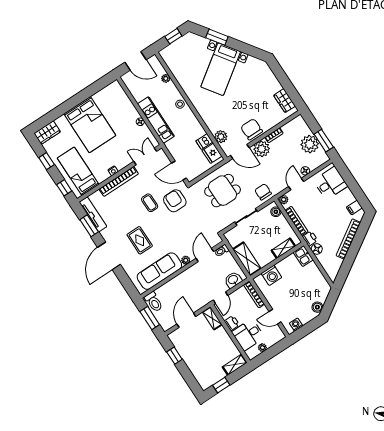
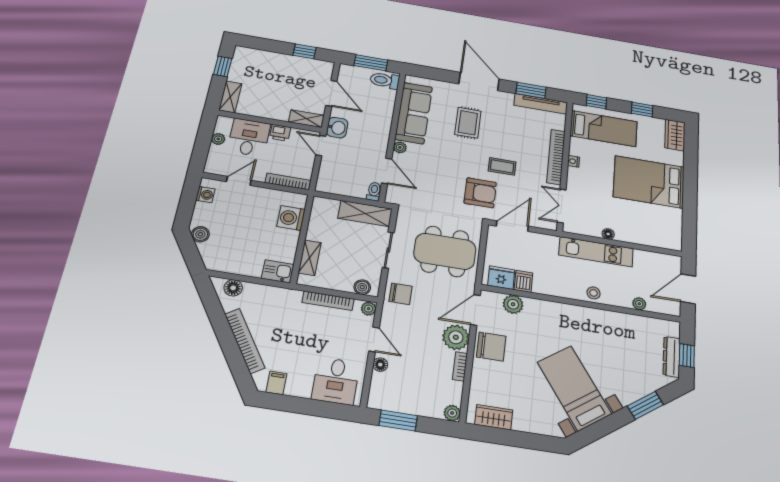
dresser: (181, 43) -> (672, 357), added
bed with nightstands: (221, 69) -> (574, 388), moved
plant: (310, 144) -> (452, 413), moved, width x0.53, depth x0.53
double door: (145, 156) -> (562, 206), swing flipped
dining table: (223, 191) -> (445, 251), width x1.37
printer: (310, 239) -> (291, 297), removed
rug: (140, 240) -> (468, 123), turned 90
floor lamp: (317, 249) -> (233, 288), moved
shelving: (247, 259) -> (365, 213), moved
washbasin: (233, 280) -> (337, 128), moved

